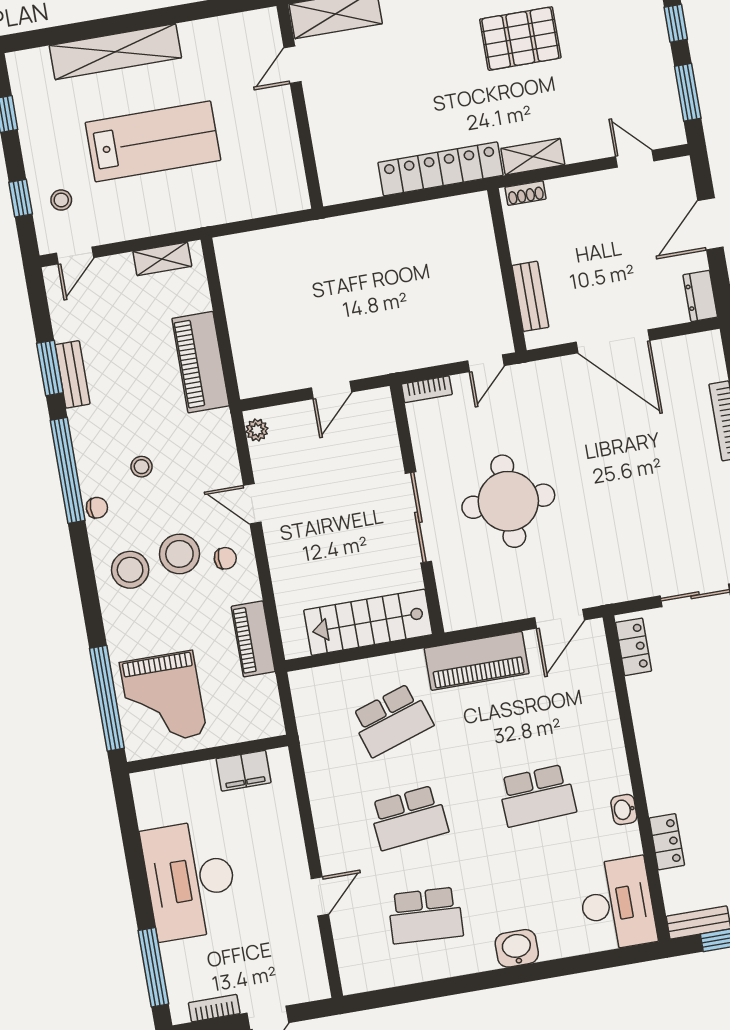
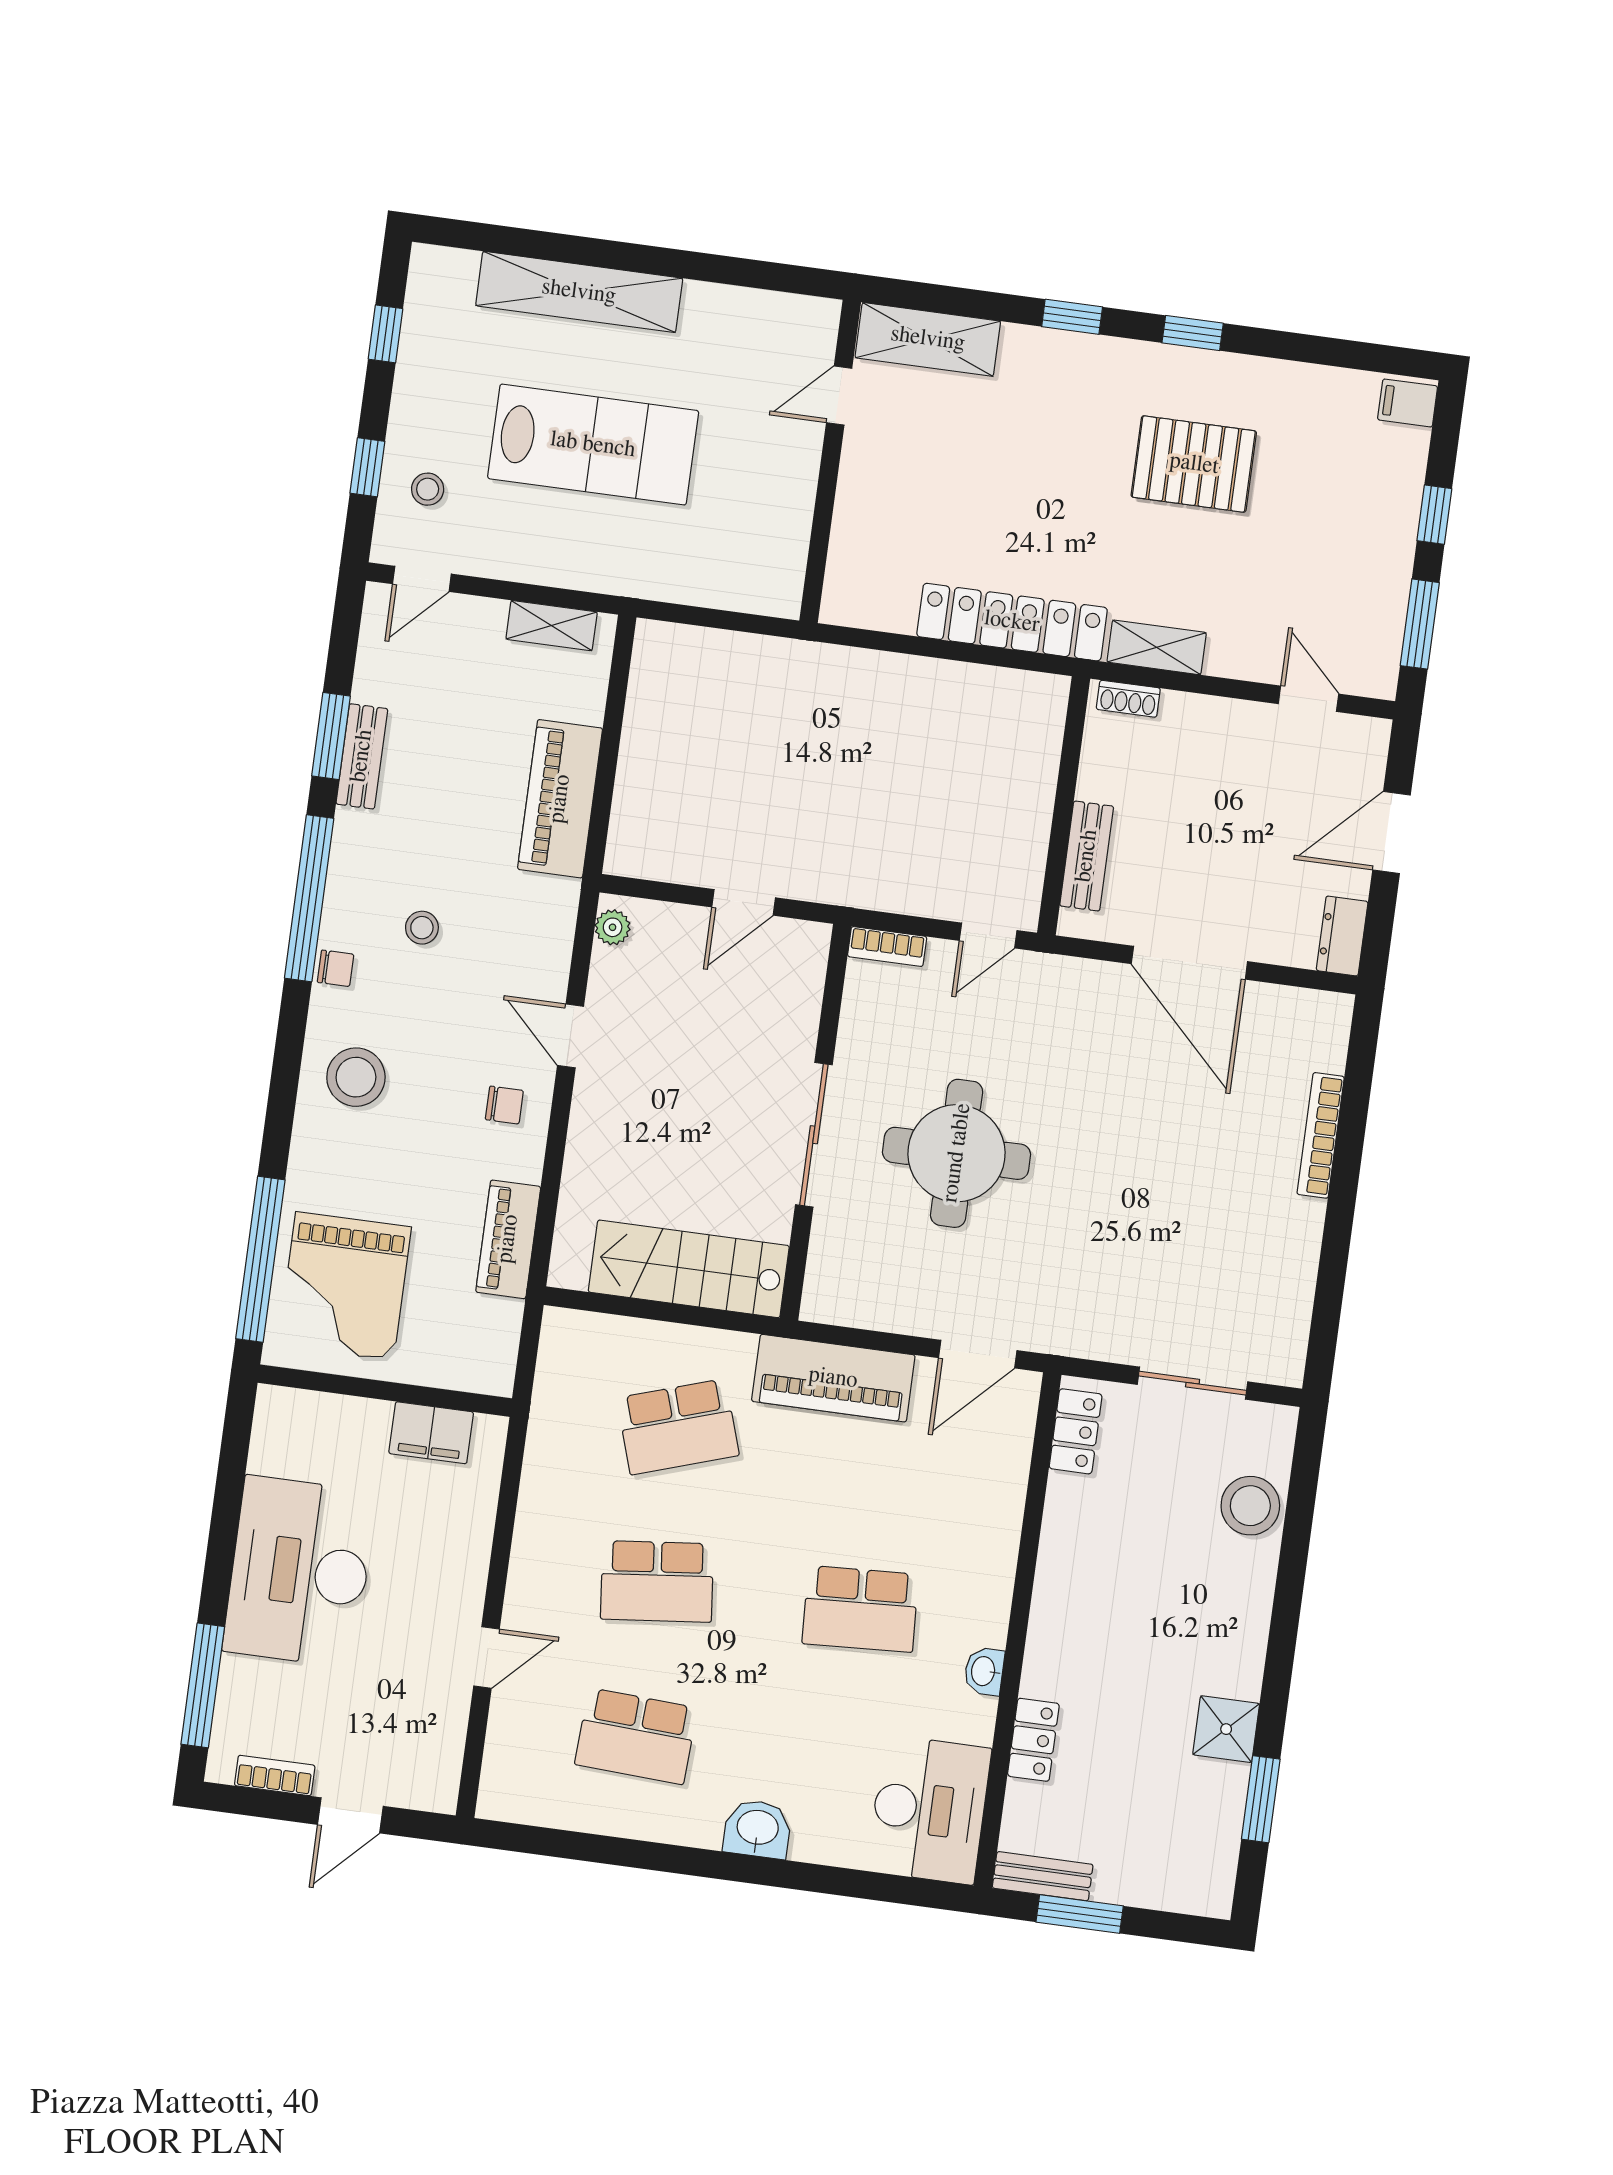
stool: (179, 554) -> (438, 1077), removed

